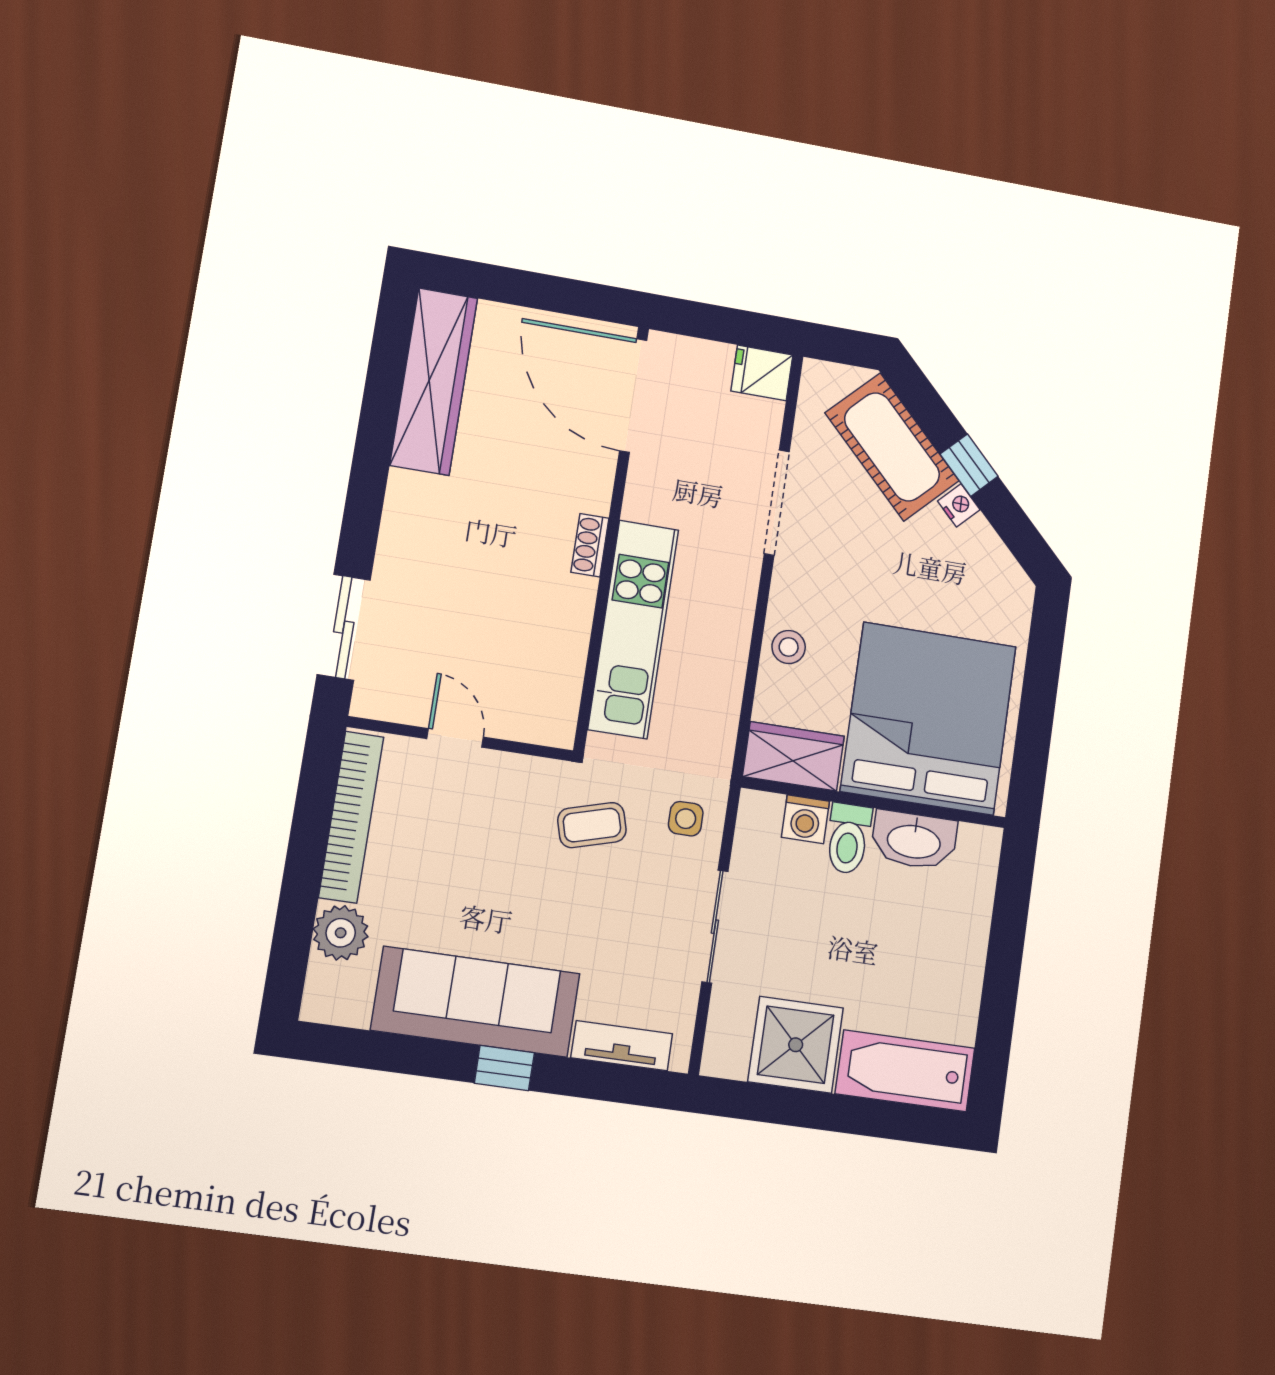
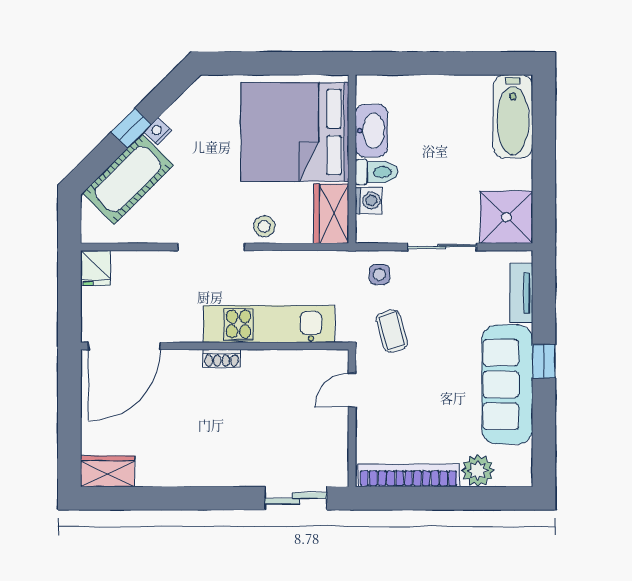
wardrobe: (434, 381) -> (108, 471), width x0.48, depth x0.85
doorway: (777, 503) -> (211, 247), moved
door: (455, 738) -> (352, 390), moved
shower: (796, 1045) -> (506, 217), moved

